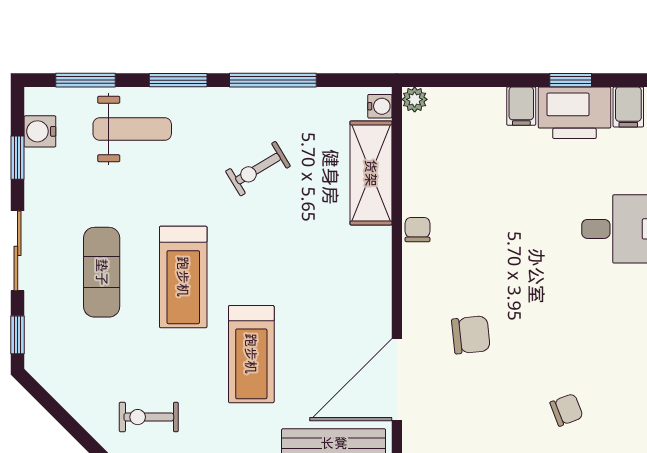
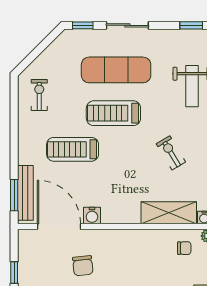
water cooler: (40, 131) -> (92, 215), moved, turned 180
window: (18, 158) -> (191, 25), moved
chair: (417, 230) -> (184, 248), moved
exercise mat: (102, 272) -> (116, 70), width x1.36, depth x1.45

